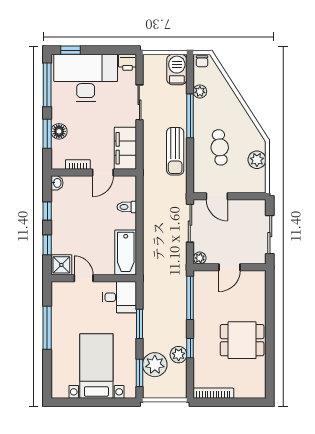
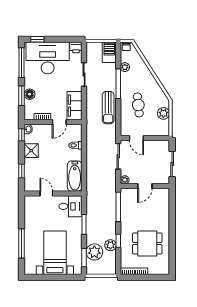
window: (47, 211) -> (22, 135), moved
shower: (61, 265) -> (31, 151), moved
window: (47, 328) -> (22, 244), moved
dining table: (242, 340) -> (147, 243), moved

